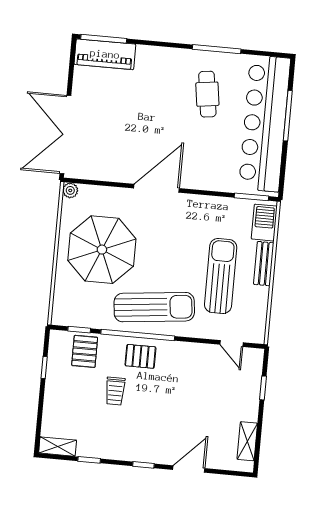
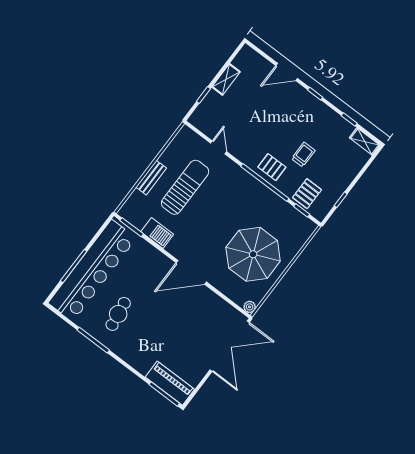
barbecue: (264, 223) -> (157, 233), moved, turned -90
sun lounger: (221, 276) -> (185, 187), turned 180
sun lounger: (154, 307) -> (242, 194), removed
door: (231, 344) -> (219, 147), moved
shelving: (247, 441) -> (226, 79), moved

